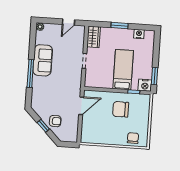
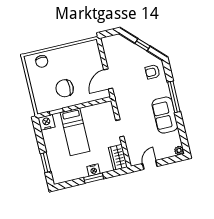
nightstand: (139, 34) -> (94, 170), moved
window: (155, 76) -> (46, 163), moved
chair: (121, 109) -> (65, 88), turned 180
armchair: (55, 121) -> (152, 72), moved

